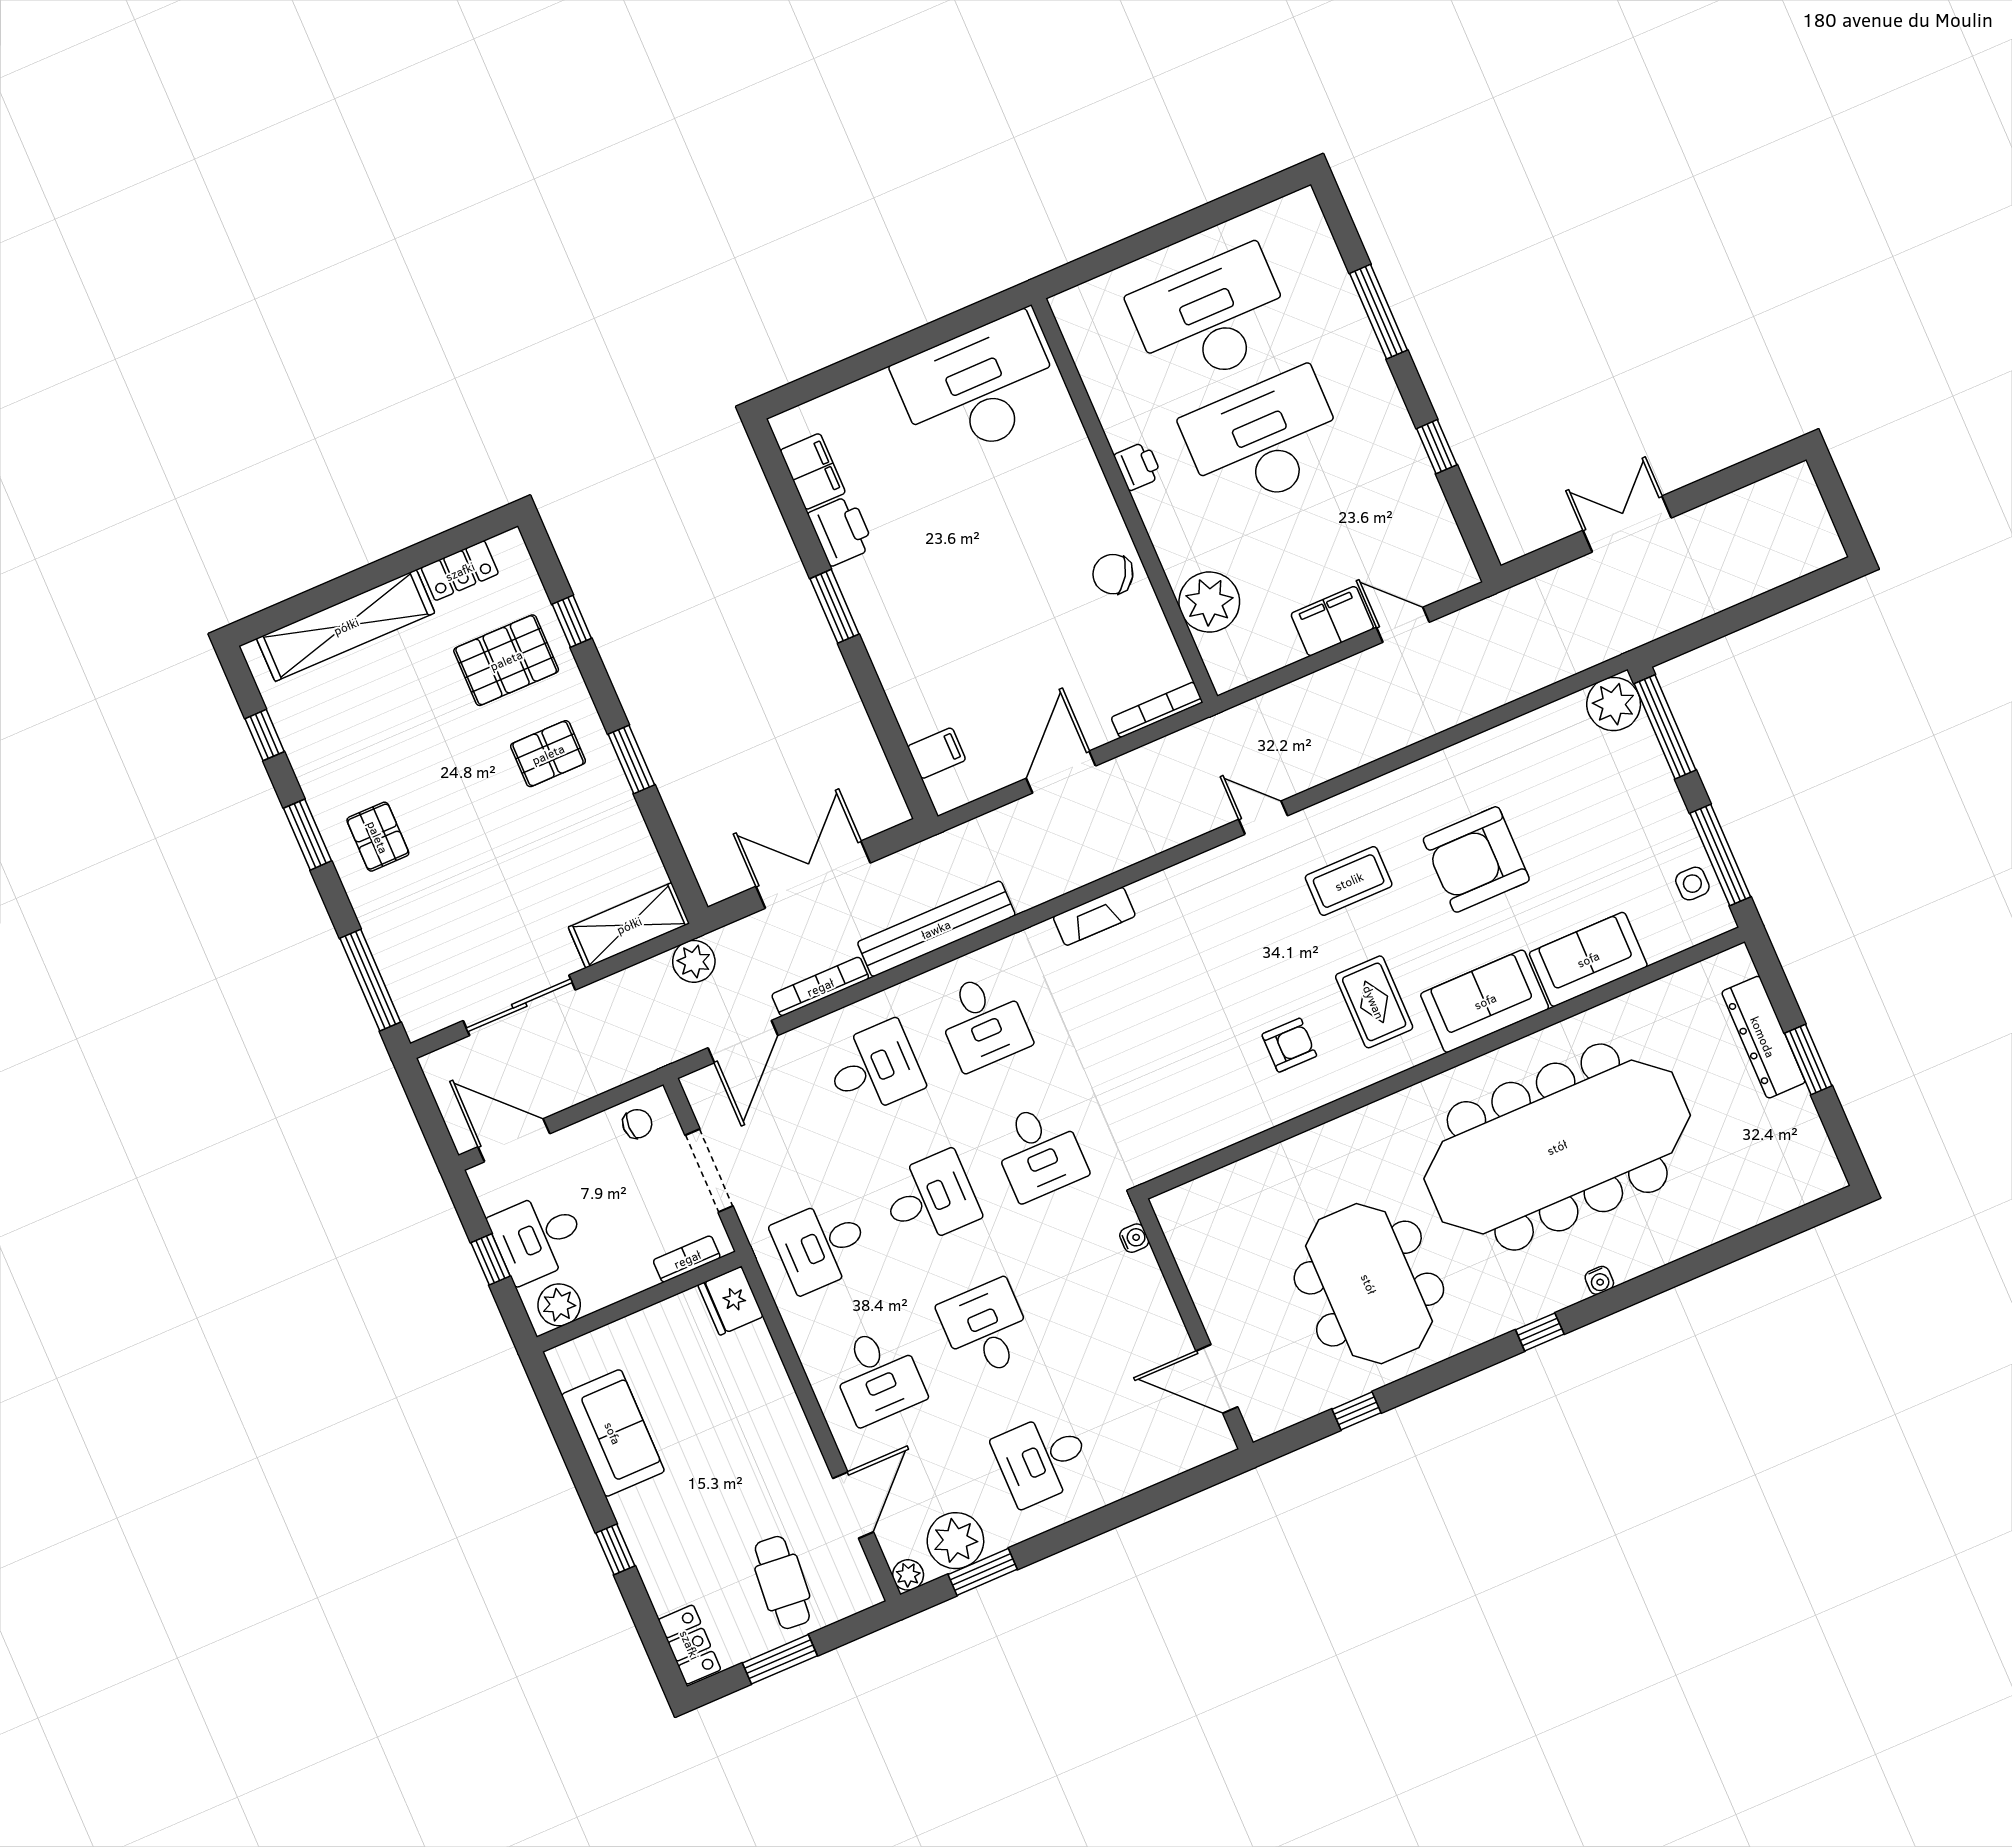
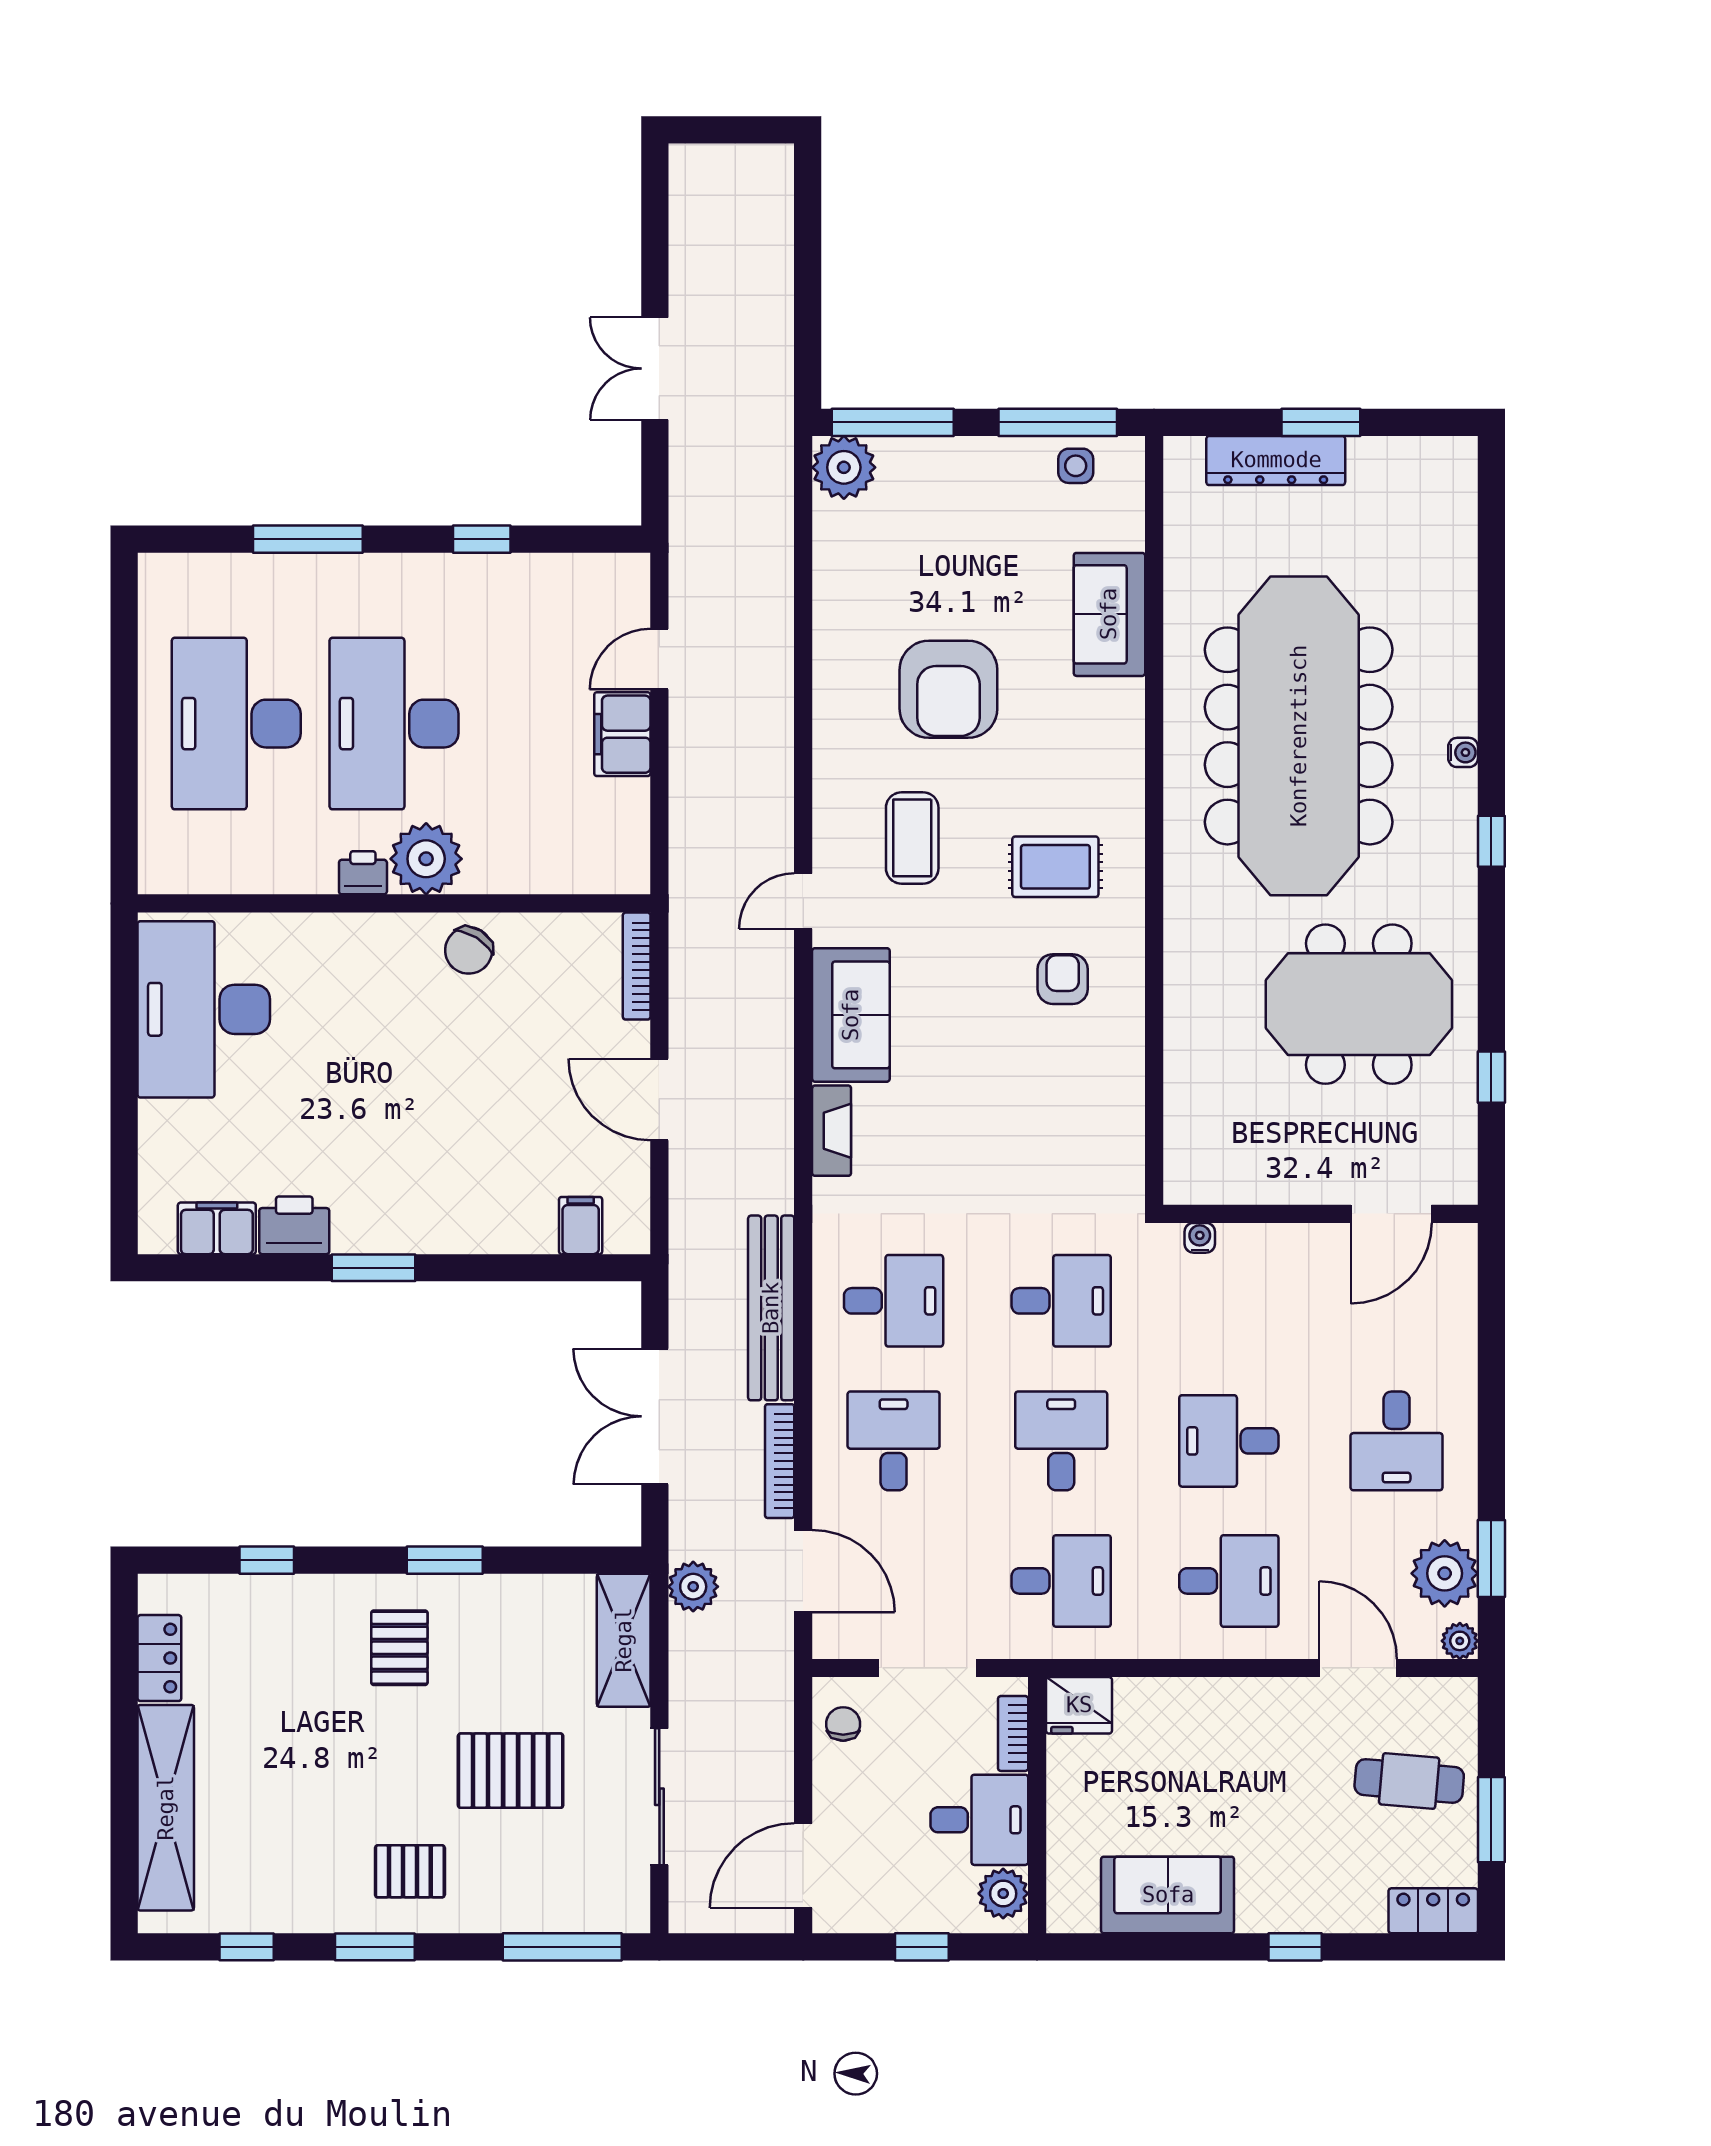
plant: (1209, 602) -> (426, 859), moved
pallet: (506, 660) -> (511, 1771), moved, turned 90
sofa: (1485, 1001) -> (851, 1015), moved, turned 180
desk: (538, 1237) -> (979, 1820), moved, turned -90
desk: (821, 1245) -> (1061, 1581), turned -90

